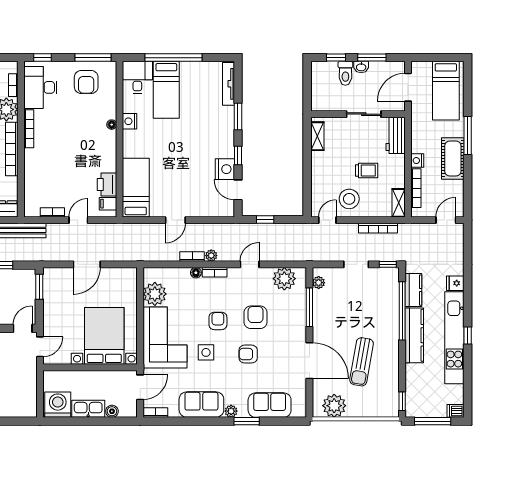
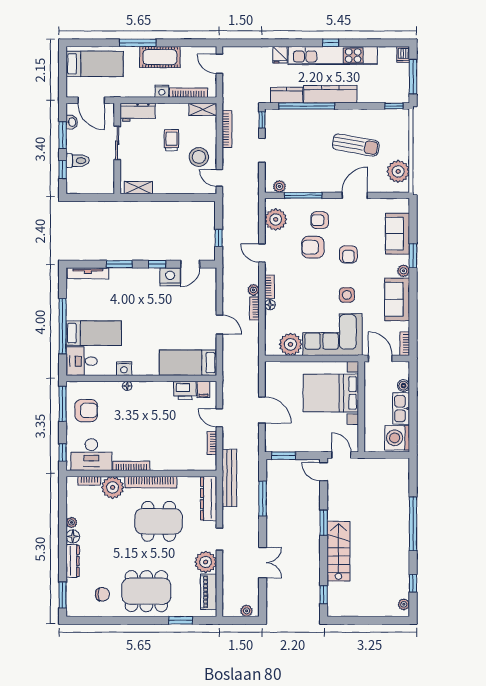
washbasin: (361, 67) -> (72, 122), moved
armchair: (218, 321) -> (320, 220), moved
door: (309, 361) -> (355, 195), width x0.73

